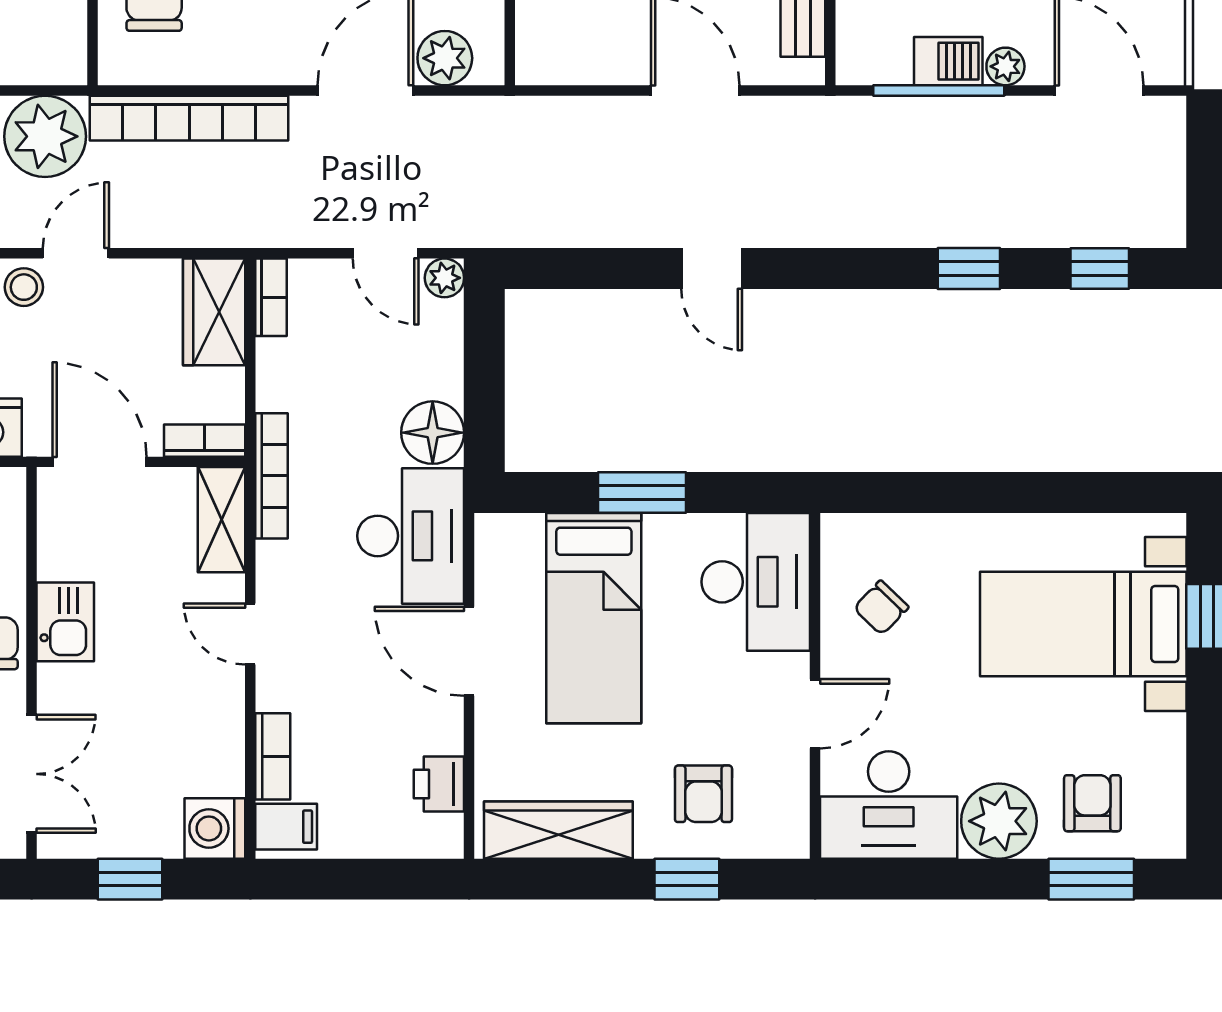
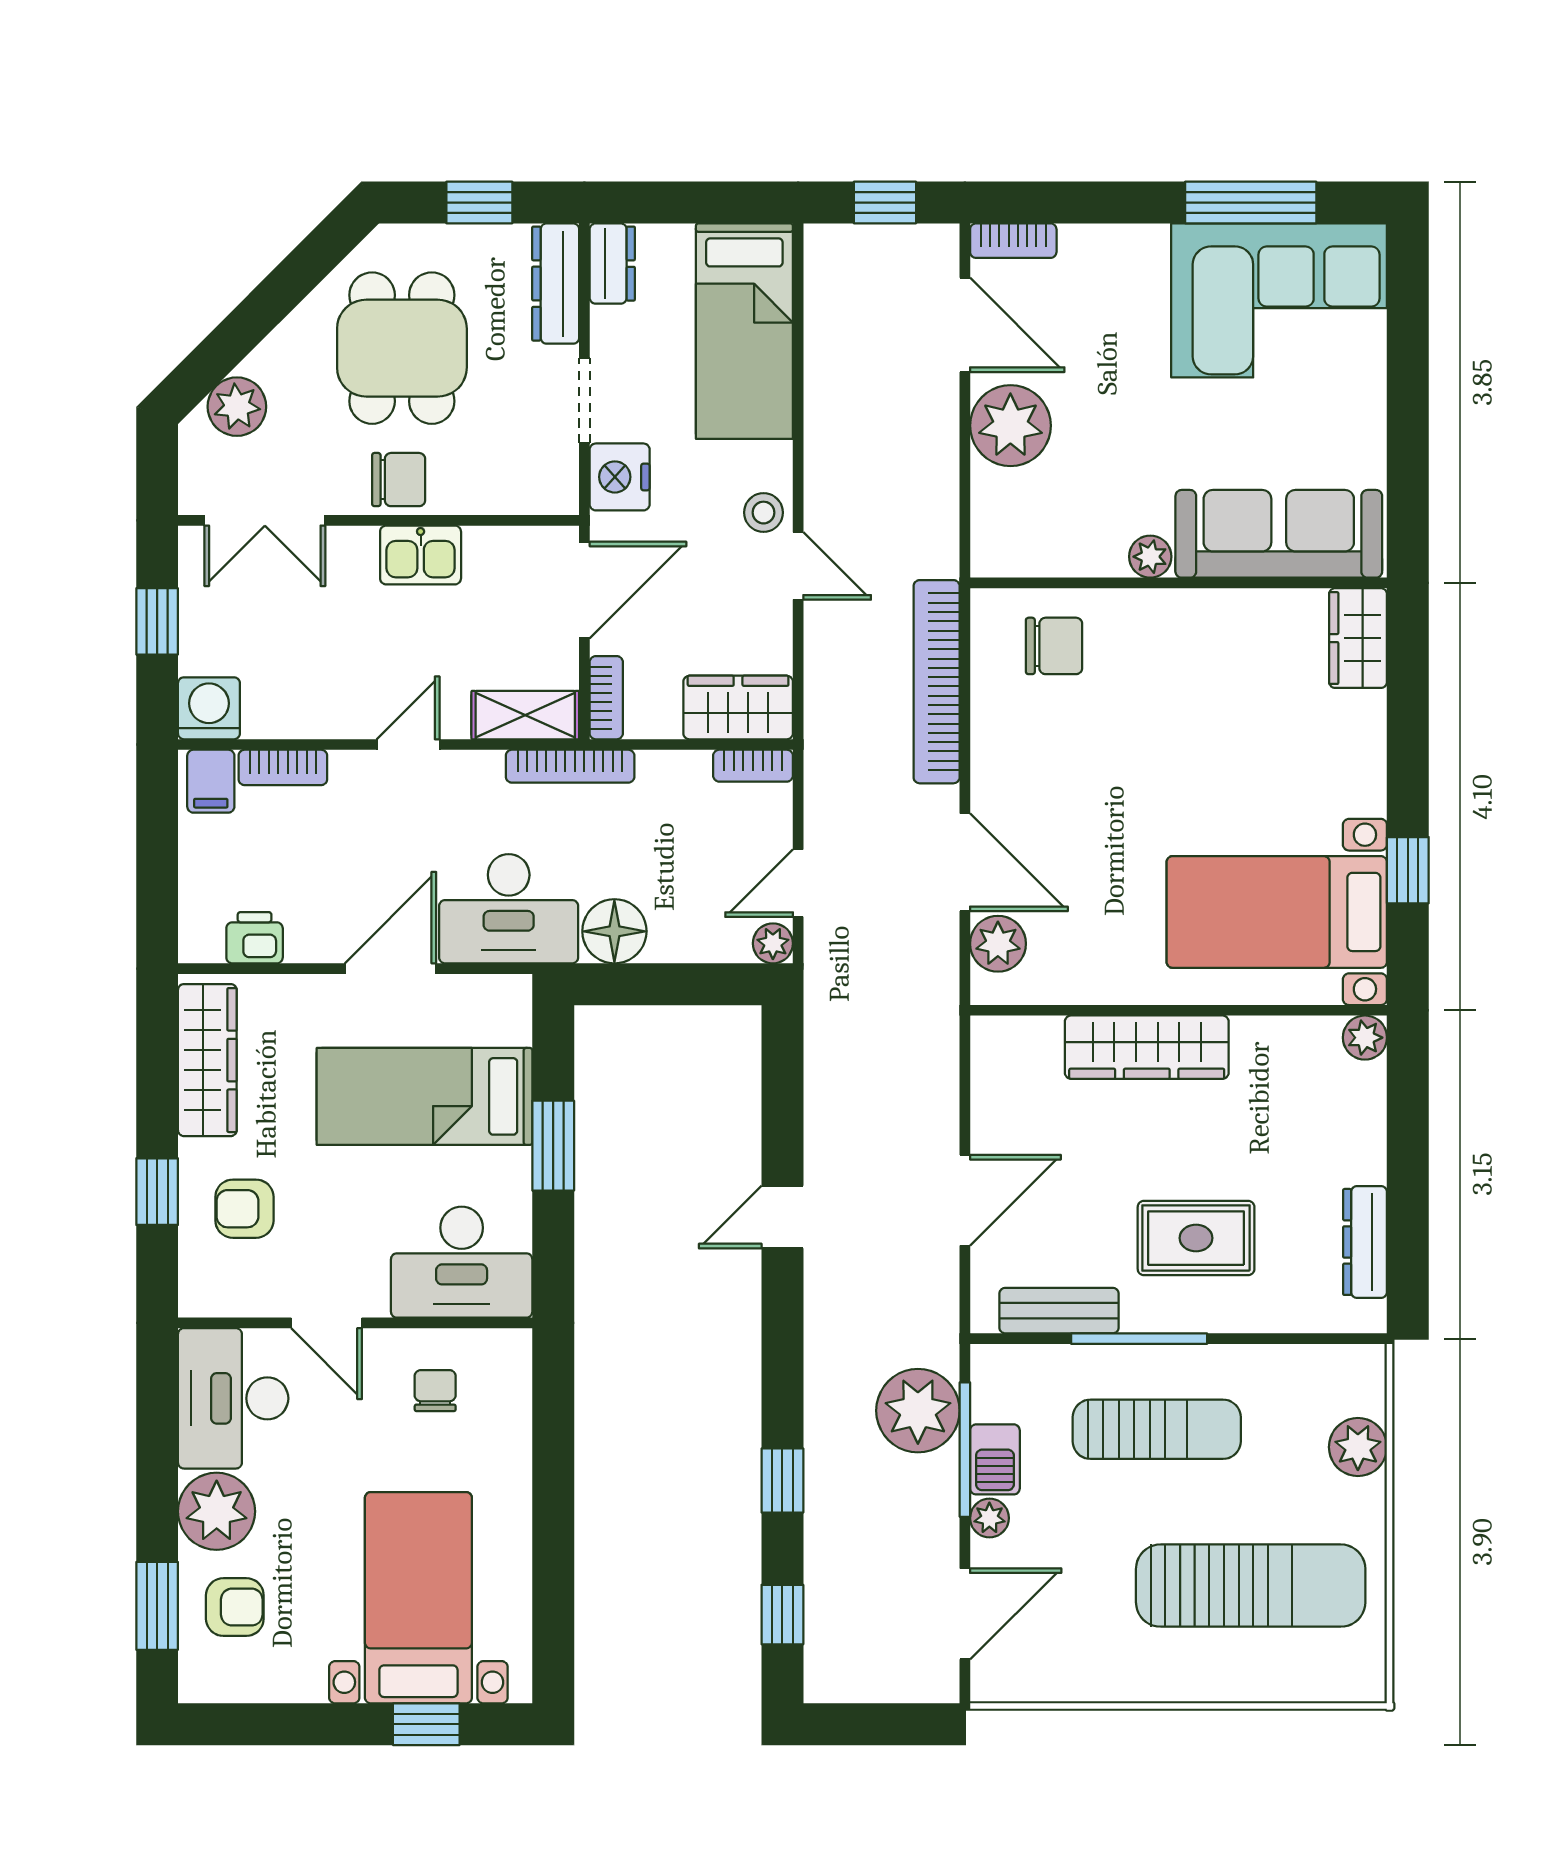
plant: (45, 136) -> (918, 1411), moved
chair: (881, 608) -> (435, 1391), turned 46

